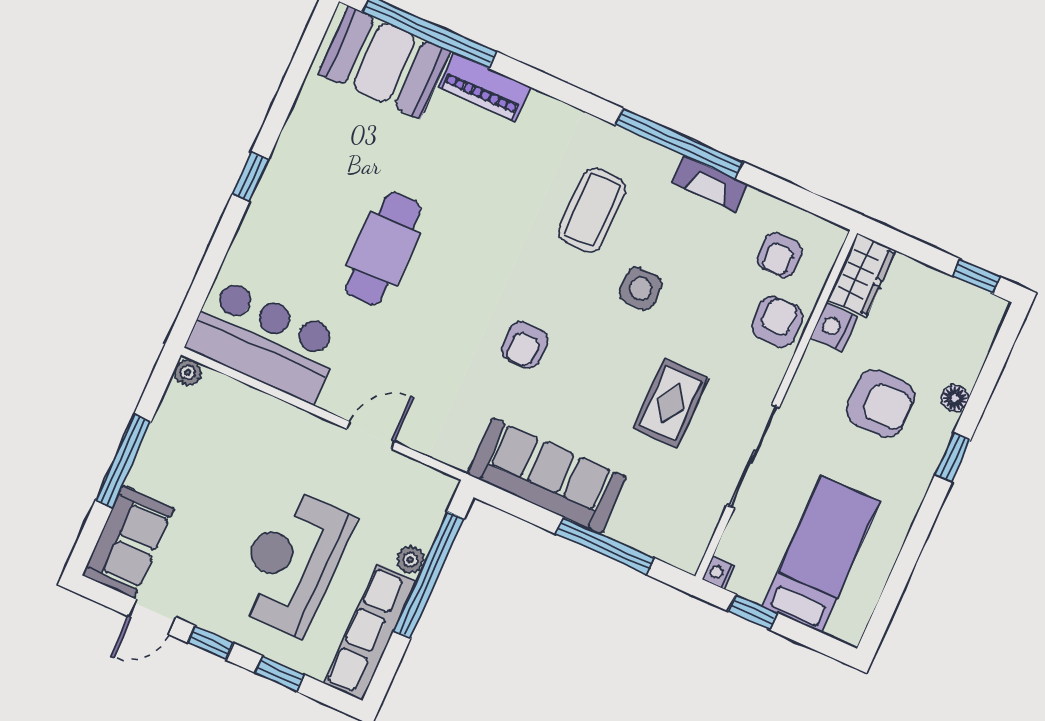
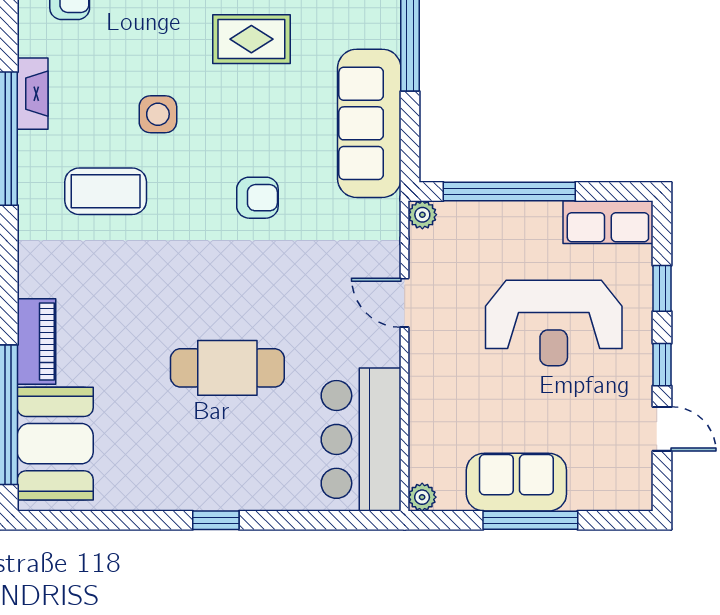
sofa: (128, 542) -> (516, 482), moved
plant: (410, 560) -> (422, 215), moved
row of seats: (370, 632) -> (608, 222), width x0.68

